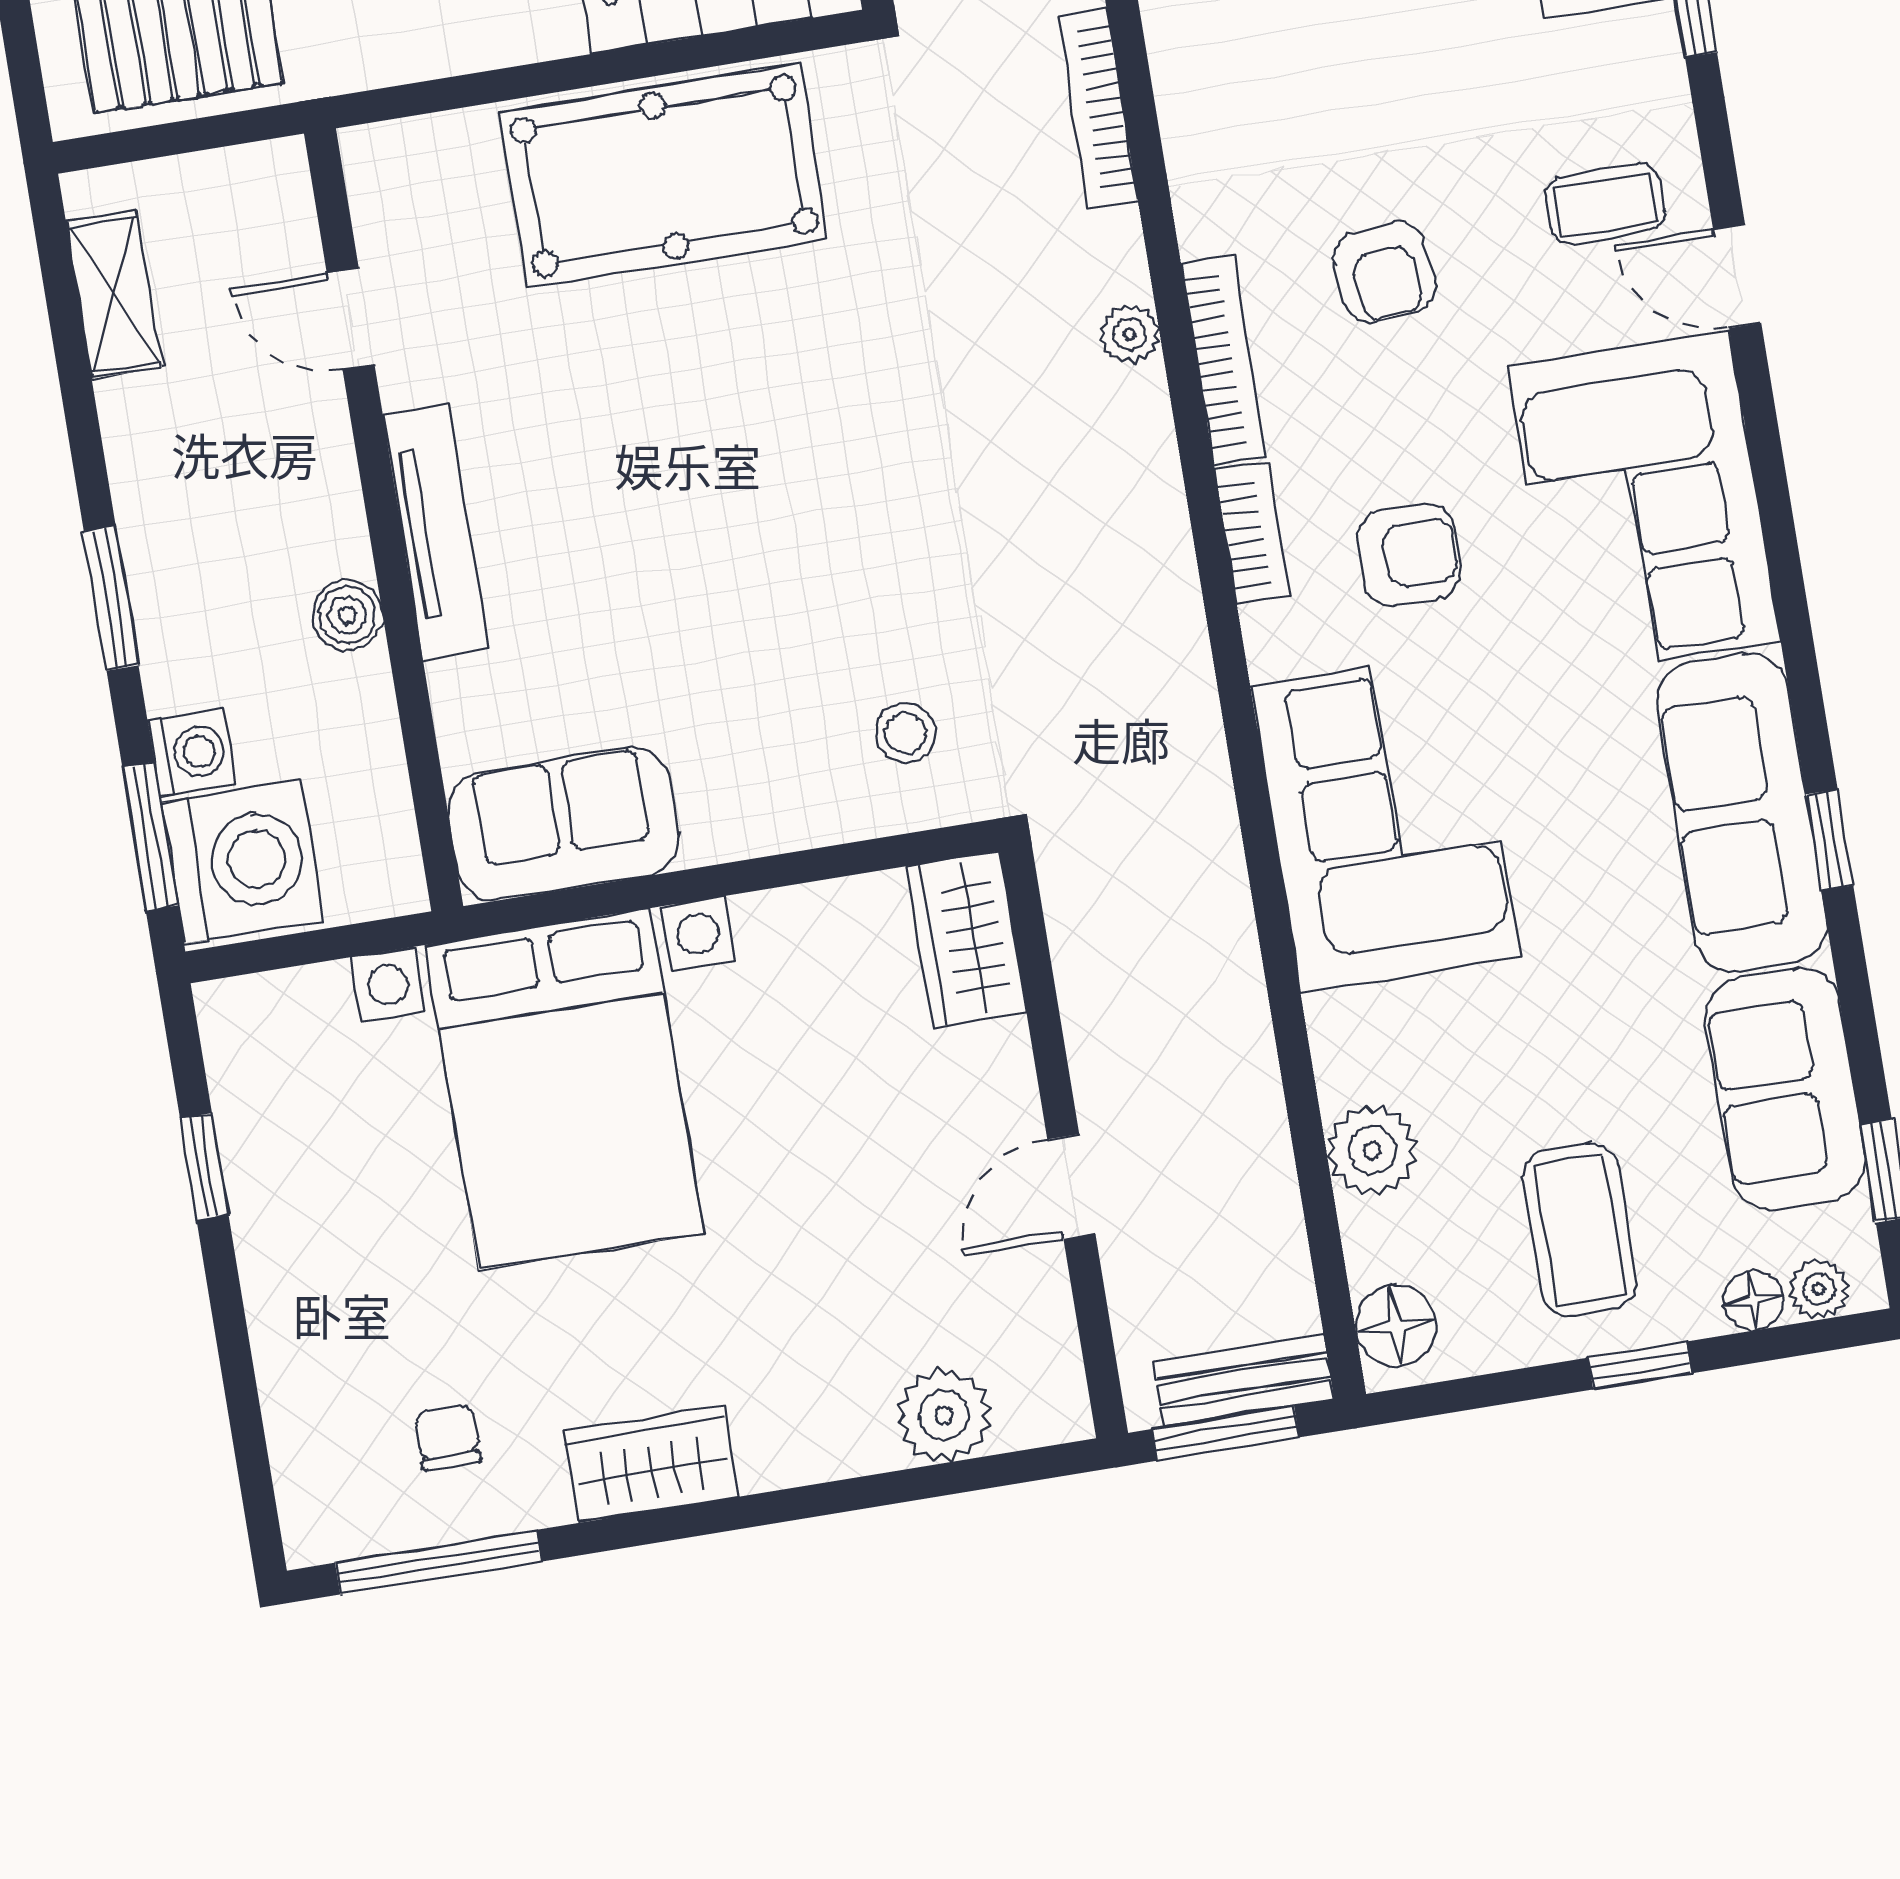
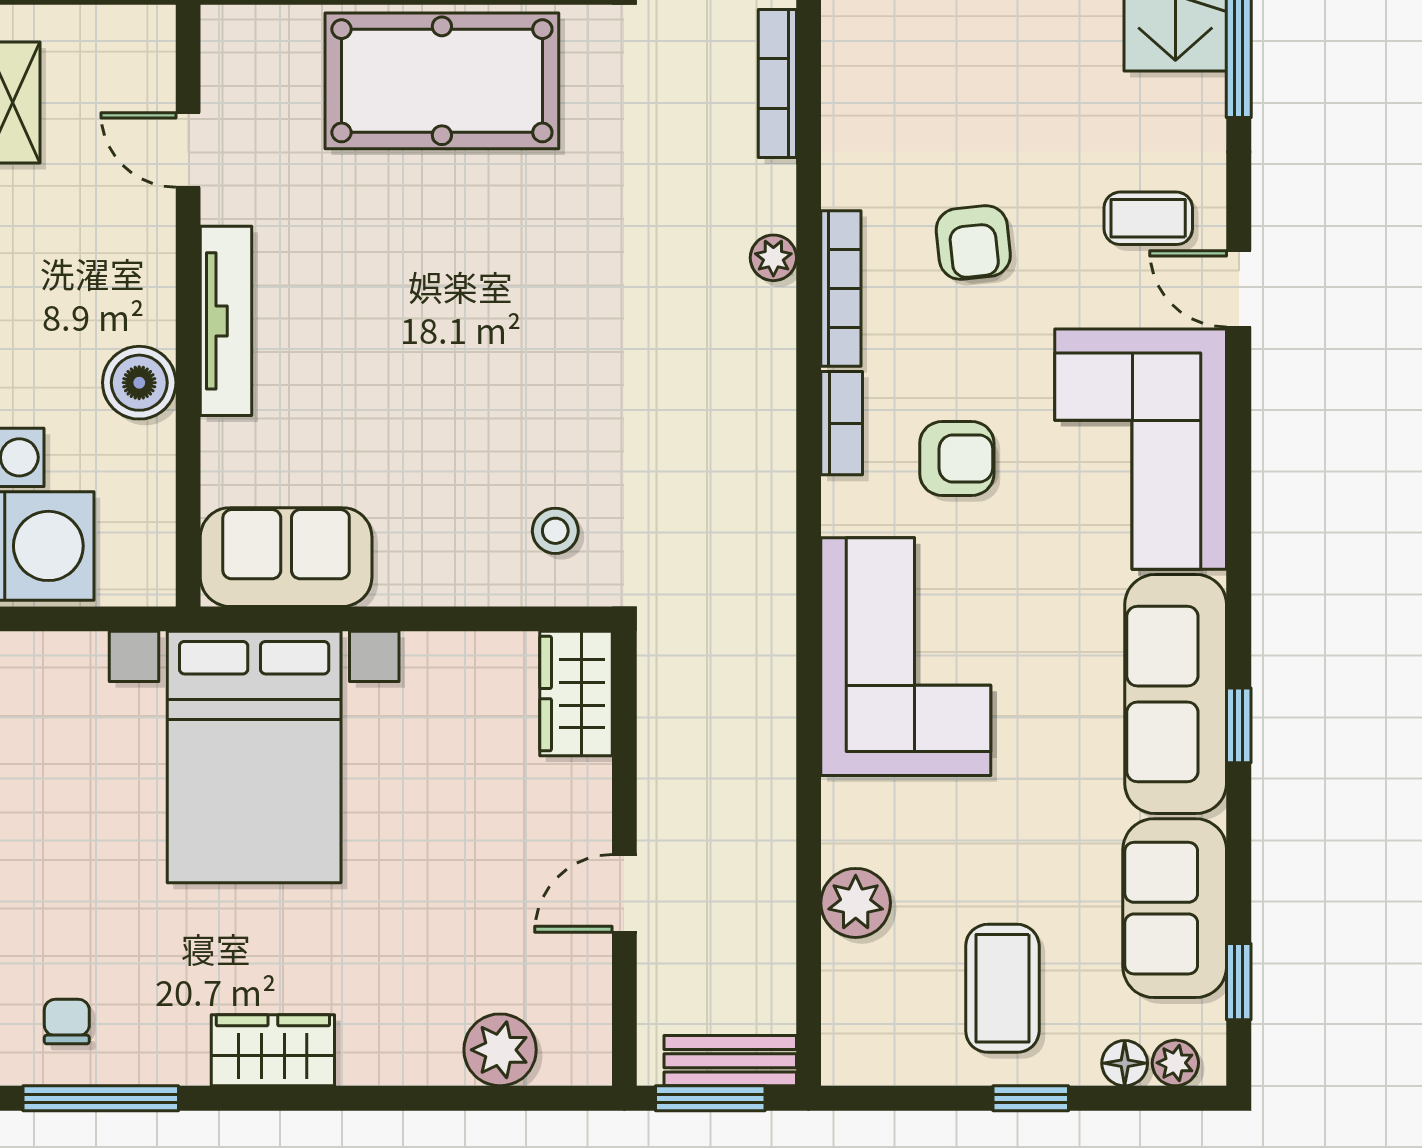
boiler: (347, 615) -> (139, 383), width x1.36, depth x1.36
floor lamp: (1396, 1326) -> (852, 1038), removed
chair: (448, 1438) -> (67, 1022), moved

